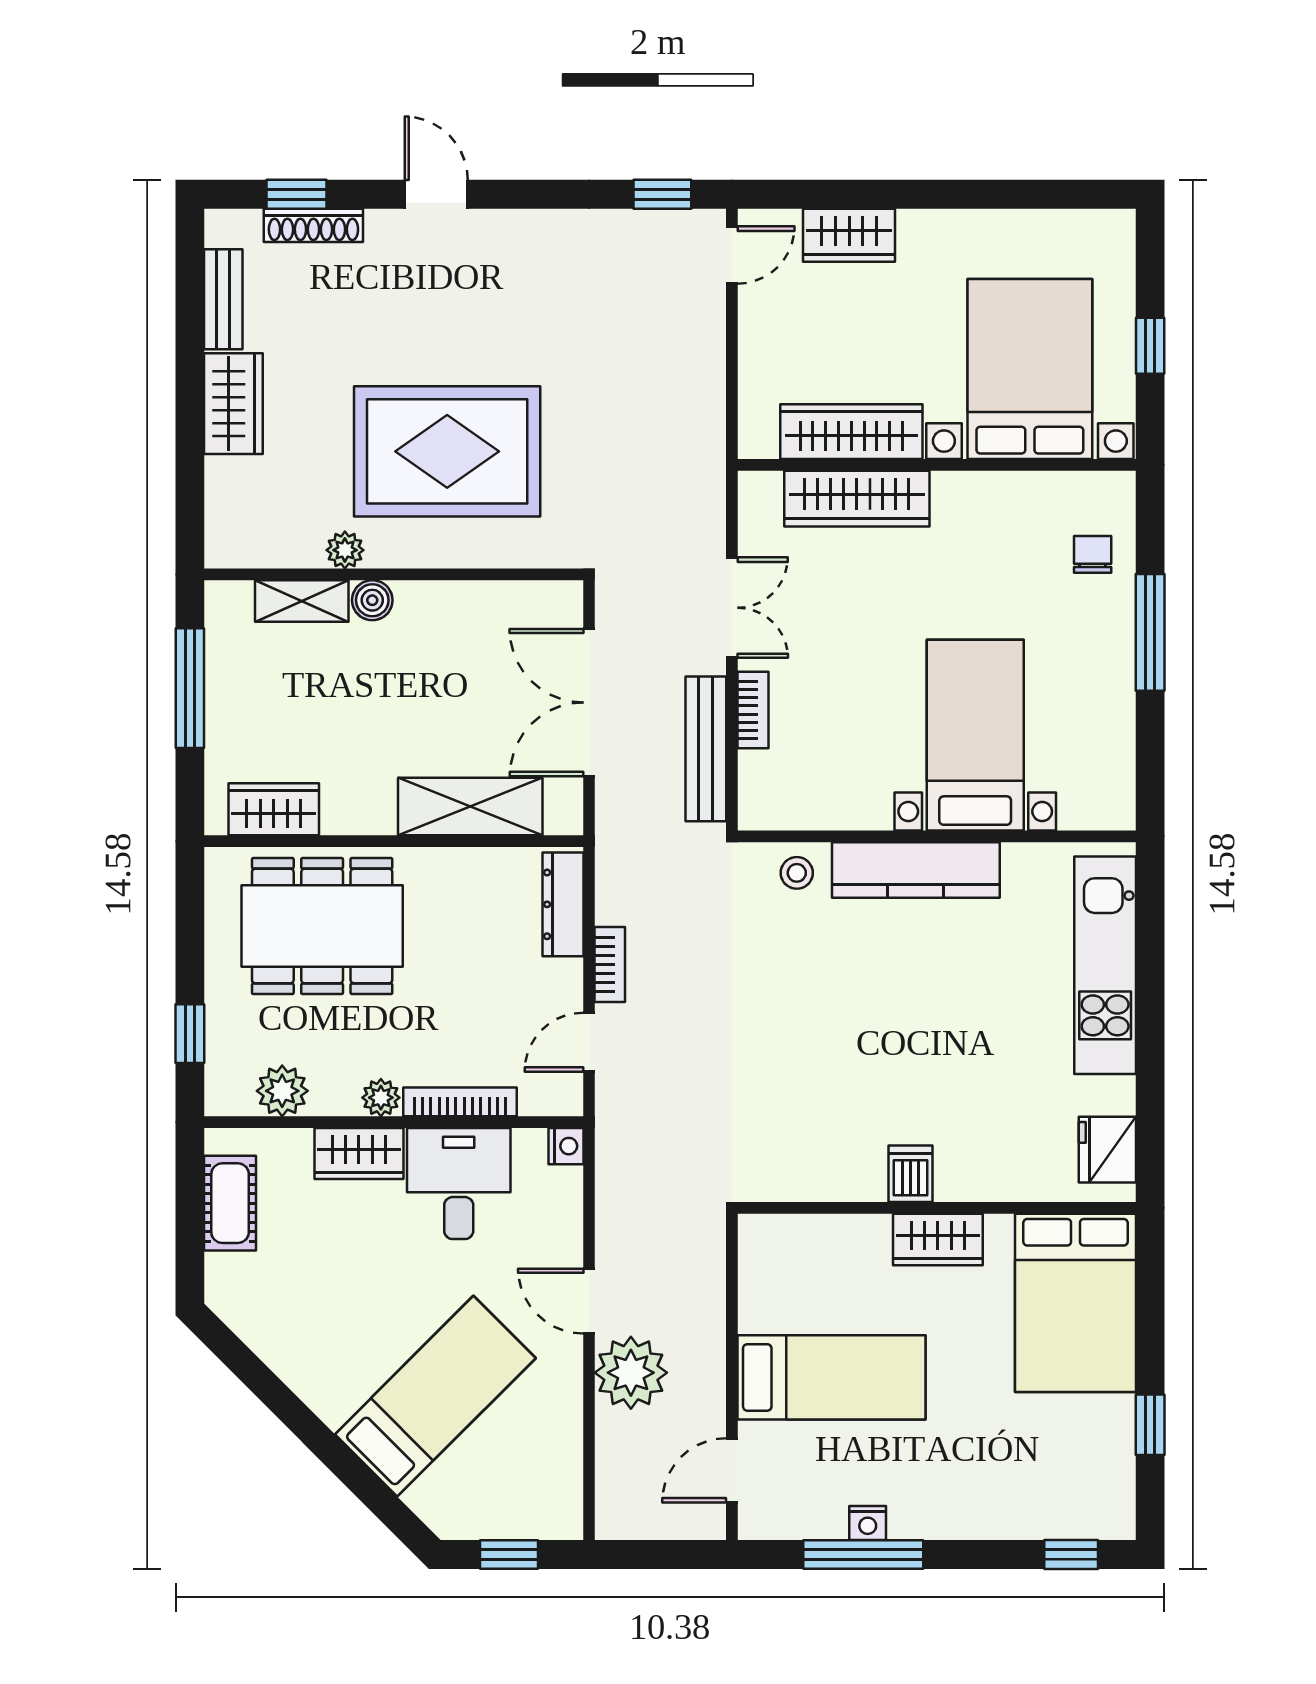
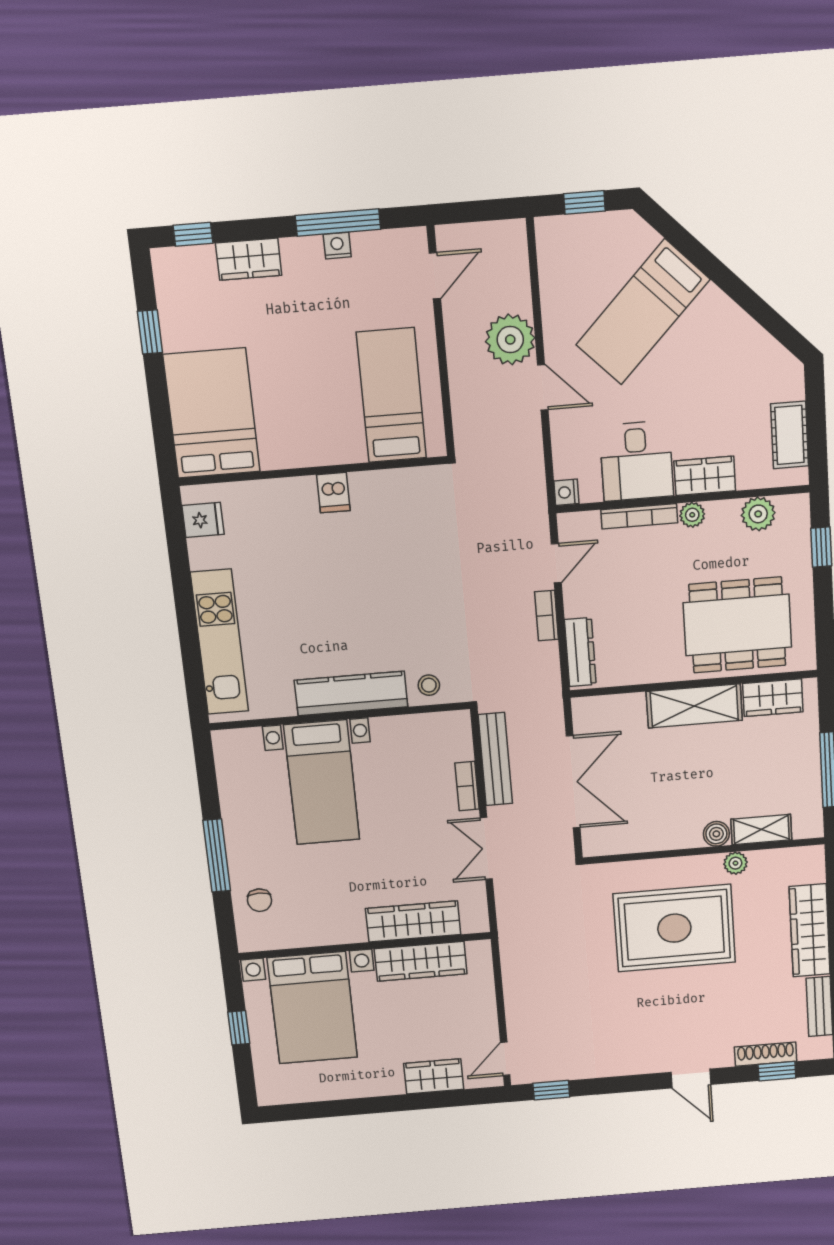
wardrobe: (233, 404) -> (810, 930), width x1.50
shelving: (470, 806) -> (694, 706), moved
fridge: (1107, 1150) -> (203, 520), width x0.72
wardrobe: (938, 1239) -> (249, 259), moved, turned 180
bed: (831, 1377) -> (391, 395), moved, turned 90

